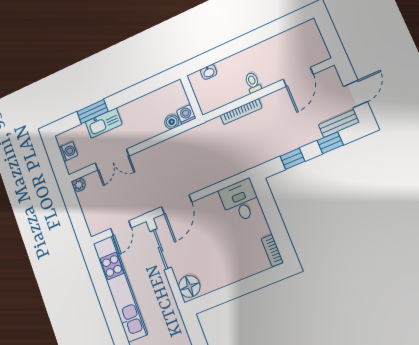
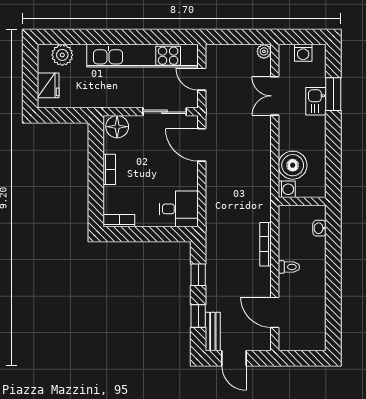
boiler: (172, 122) -> (293, 165), width x1.86, depth x1.86
kitchen sink: (104, 123) -> (316, 101), width x0.73
bookcase: (230, 278) -> (109, 169), added

